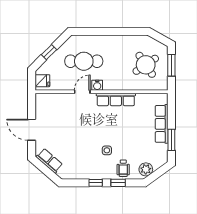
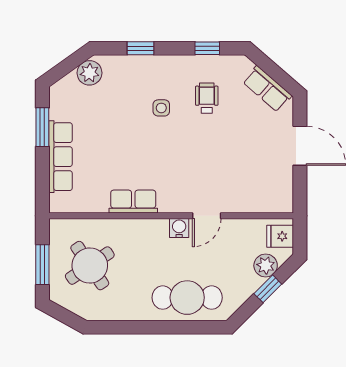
cafe table: (84, 61) -> (187, 298), moved
plant: (50, 65) -> (266, 266), added
row of seats: (116, 100) -> (133, 202), width x0.68
wheelchair: (123, 168) -> (207, 98), moved
window: (96, 183) -> (207, 48), moved

